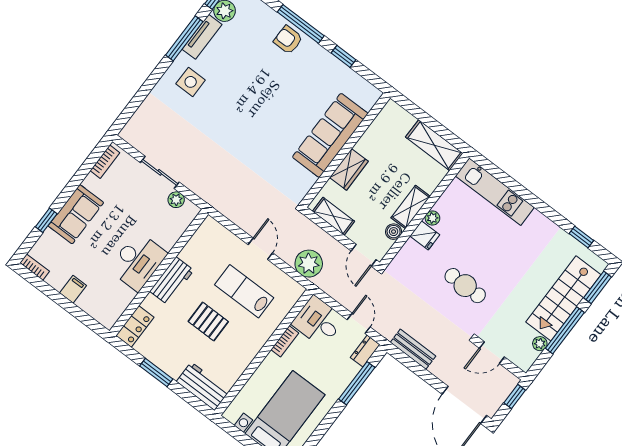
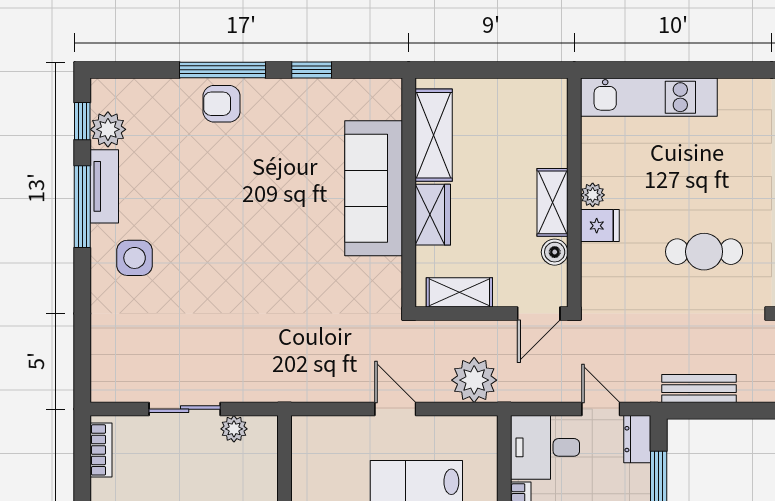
shelving: (434, 145) -> (434, 135), moved, turned 90
door: (364, 255) -> (539, 314), hinge flipped

